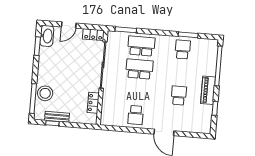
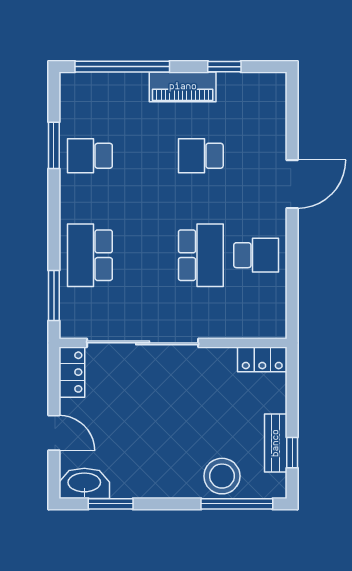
school desk: (139, 69) -> (201, 255), moved, turned 180
locker: (93, 103) -> (262, 359), moved

